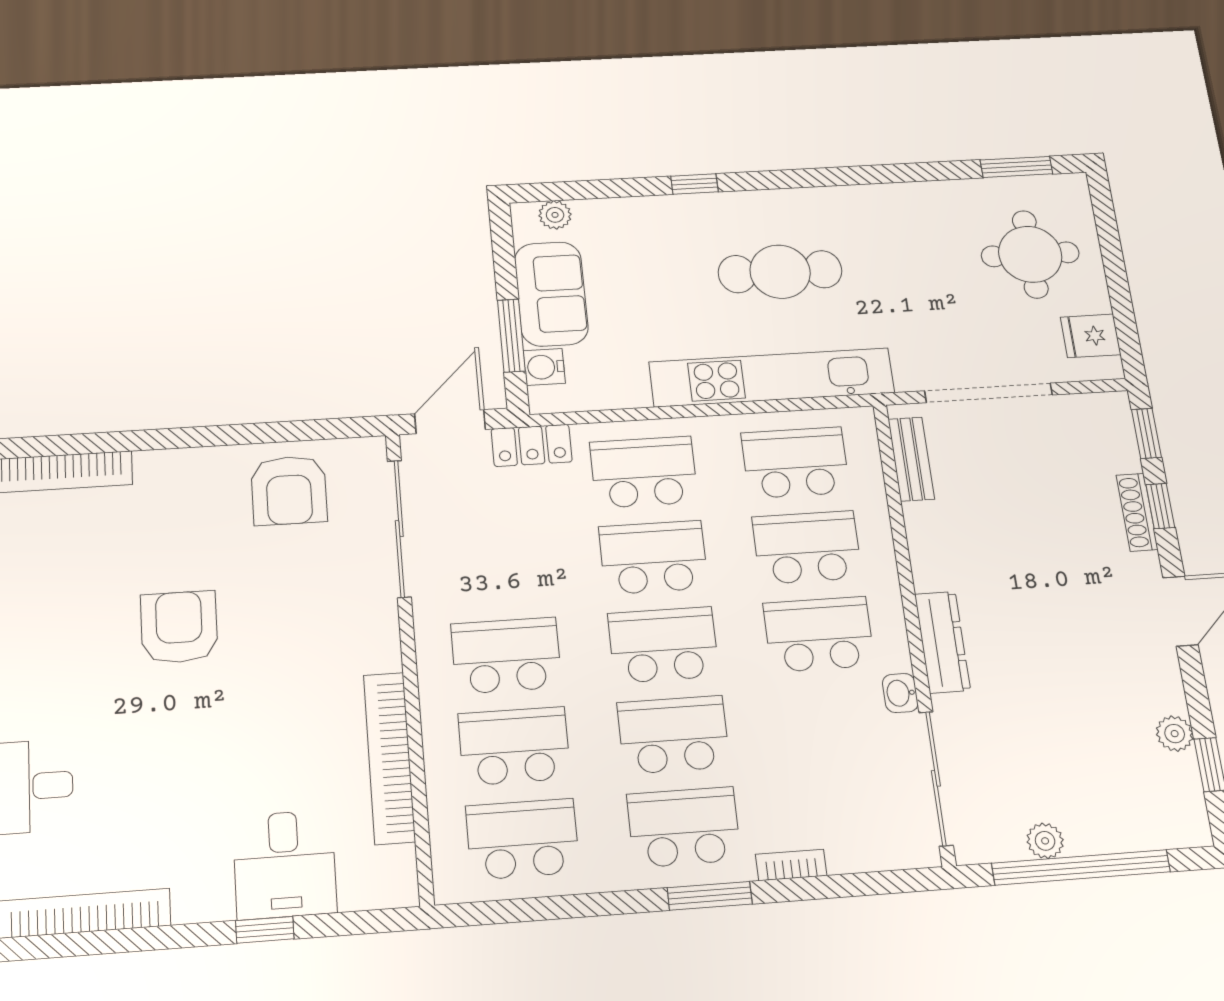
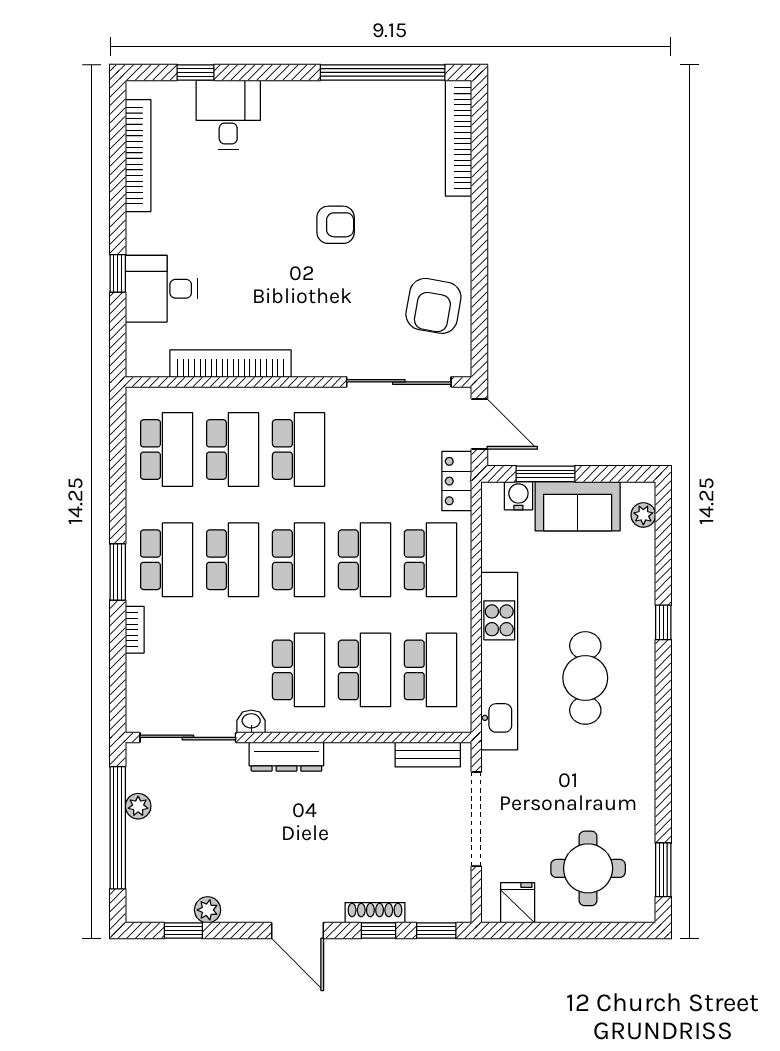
armchair: (289, 490) -> (433, 306), turned -80
armchair: (179, 627) -> (336, 225), width x0.72, depth x0.72

